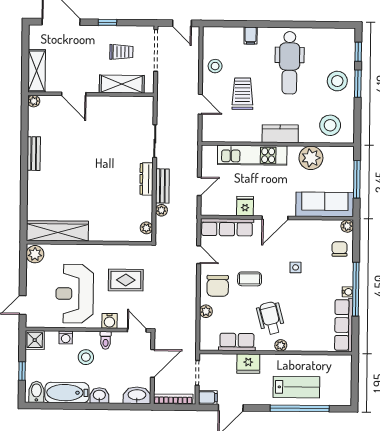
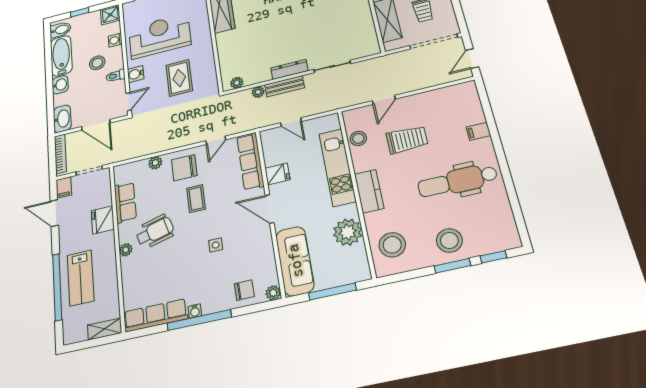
stool: (215, 66) -> (358, 138), moved
shelving: (345, 369) -> (104, 329), added

